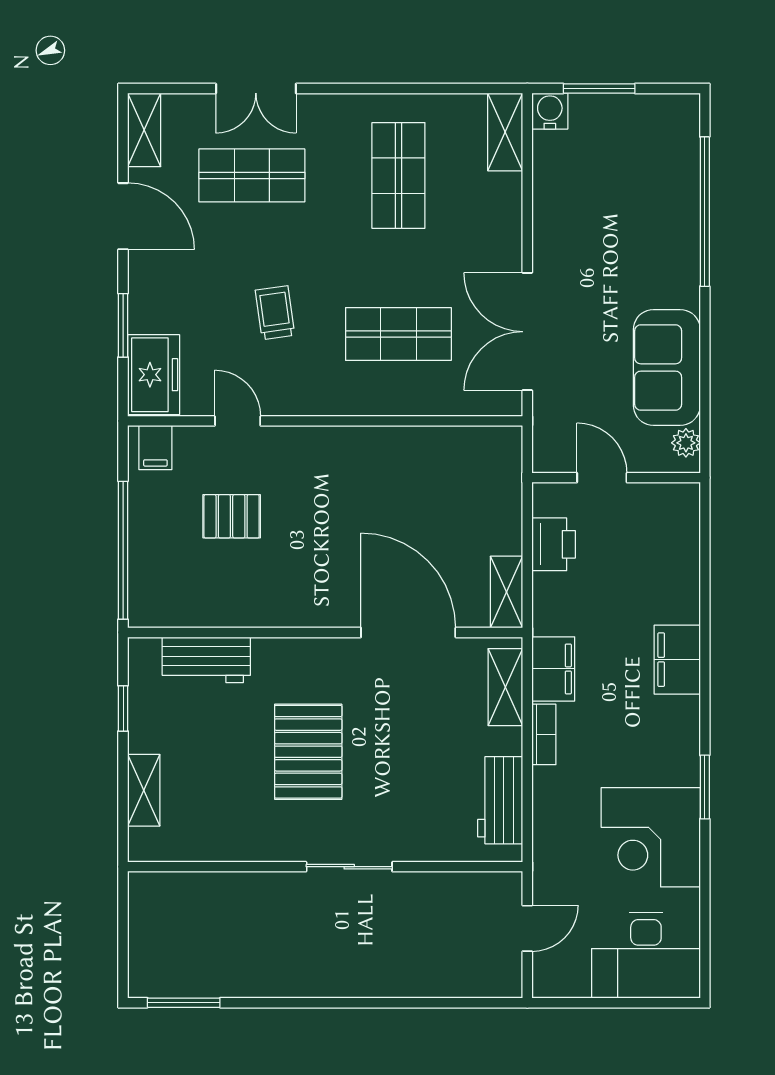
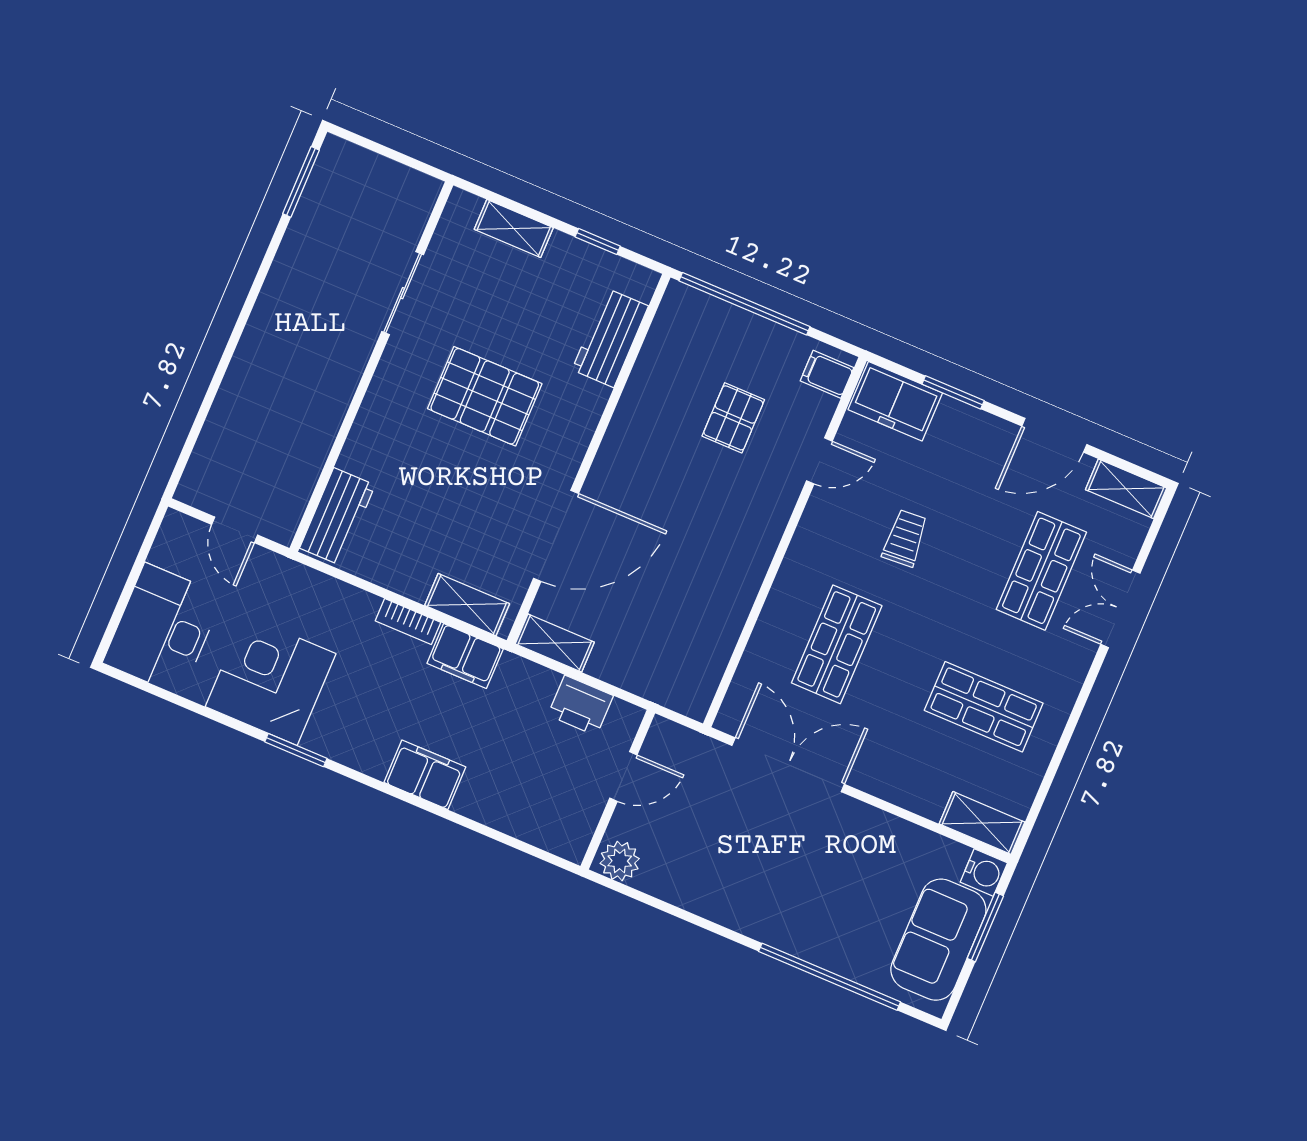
trolley: (275, 313) -> (905, 538), turned -86
sofa: (667, 367) -> (938, 940), moved, turned -90
plant: (686, 443) -> (620, 861), width x1.38, depth x1.38
workbench: (500, 800) -> (337, 517), moved, turned 90
sliding door: (349, 867) -> (403, 293), moved

